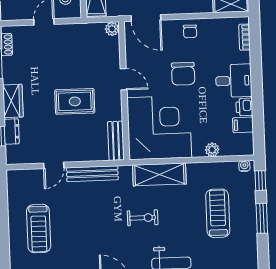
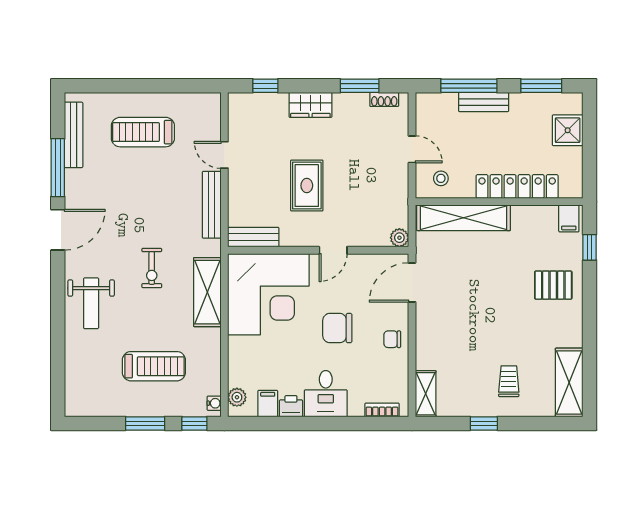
dresser: (12, 132) -> (271, 102), removed
plant: (212, 150) -> (237, 397), moved

